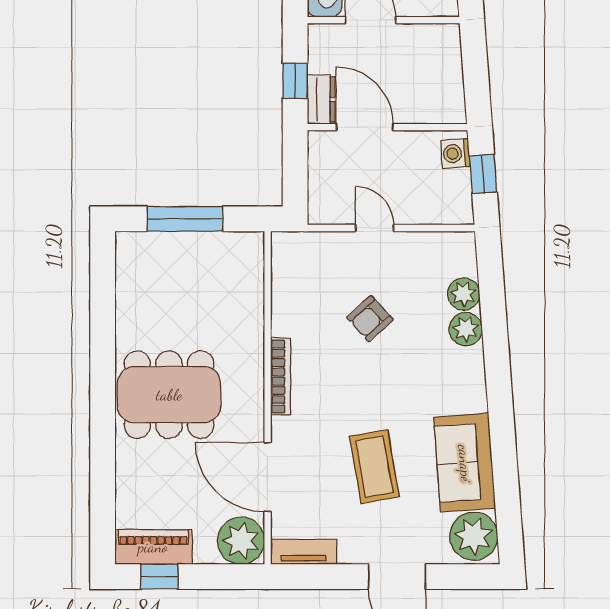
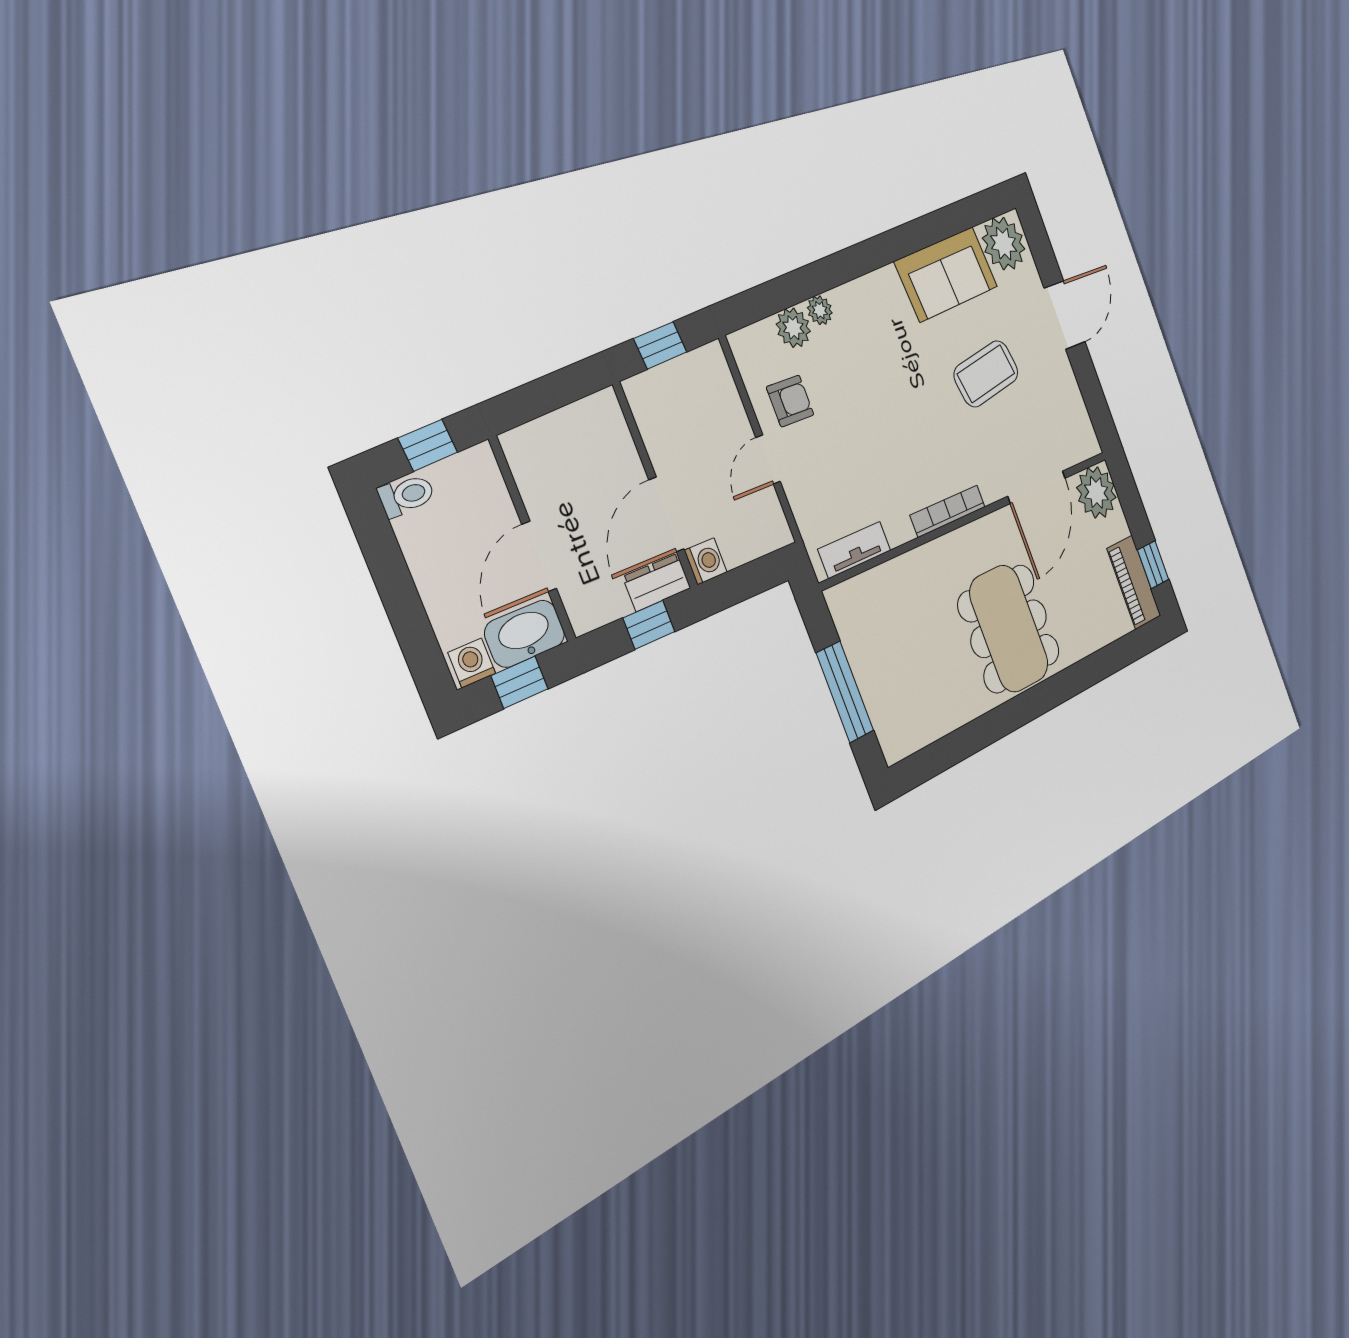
washing machine: (455, 153) -> (706, 561), moved, turned -86
armchair: (370, 319) -> (790, 401), moved, turned -48
plant: (466, 329) -> (820, 310), width x0.73, depth x0.73
tv unit: (304, 552) -> (854, 550), moved, turned 90

